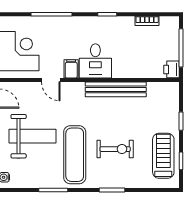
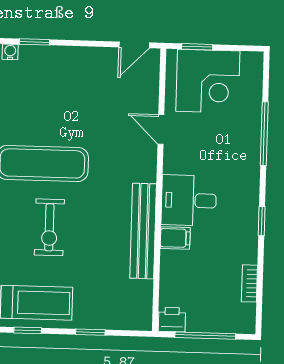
filing cabinet: (71, 69) -> (175, 238), moved
door: (51, 80) -> (161, 129), hinge flipped
weight bench: (33, 136) -> (73, 98), removed

